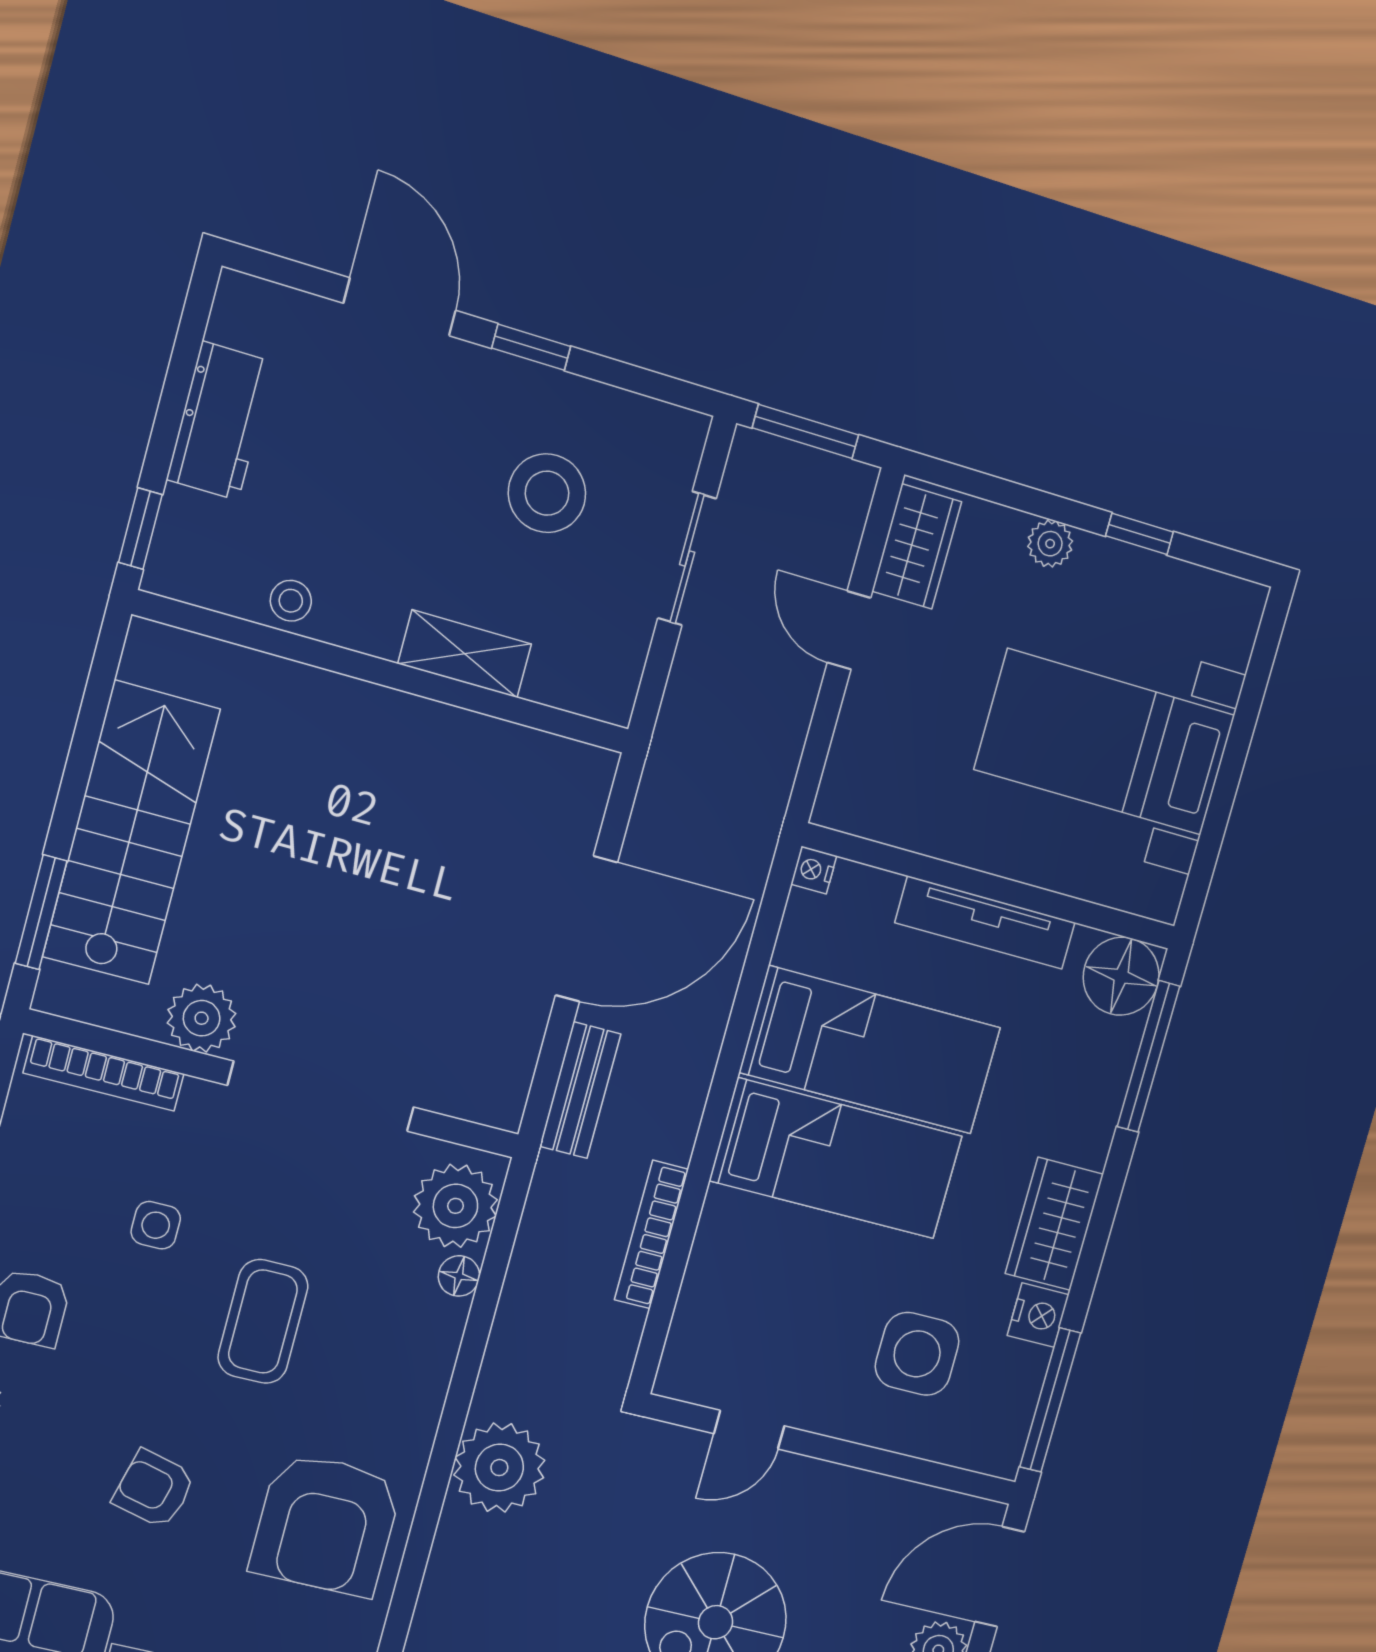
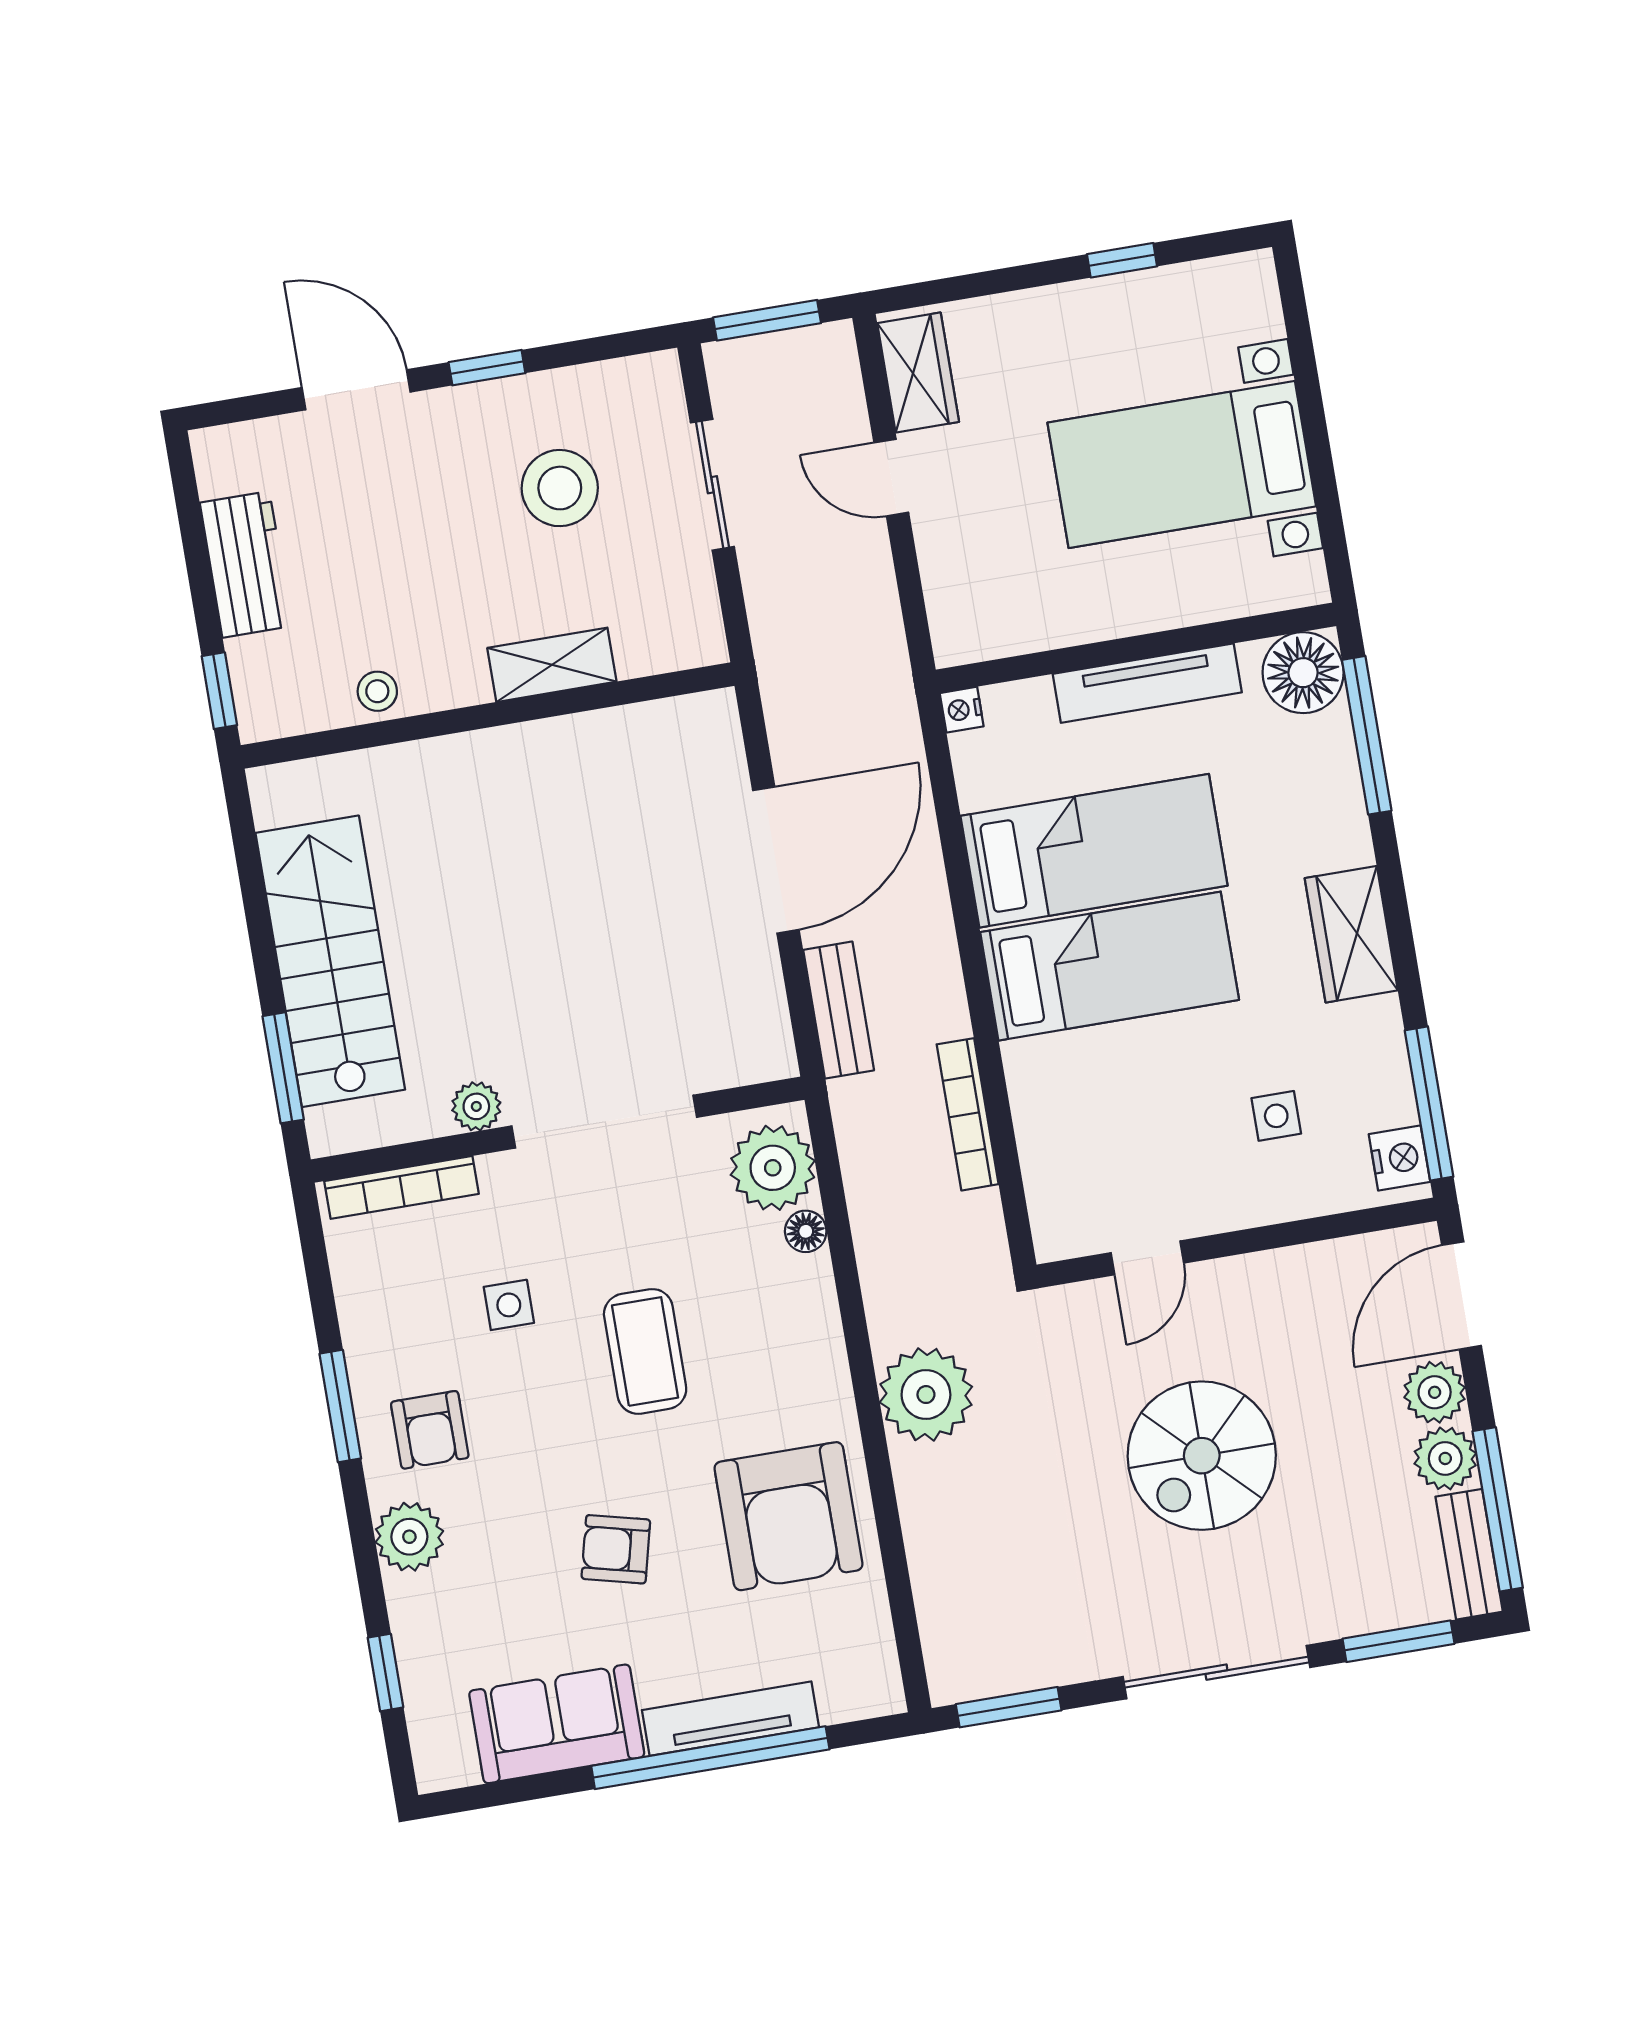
plant: (1050, 544) -> (1042, 310), removed
plant: (202, 1018) -> (476, 1106), width x0.73, depth x0.73
nightstand: (1038, 1315) -> (1399, 1158), moved
side table: (917, 1354) -> (1276, 1116), width x0.54, depth x0.54

